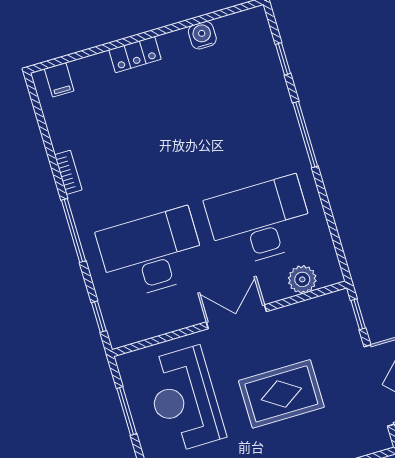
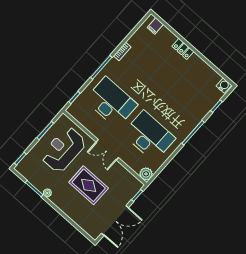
water cooler: (202, 35) -> (224, 86), moved
plant: (302, 279) -> (146, 174), moved
double door: (236, 317) -> (107, 150), swing flipped

